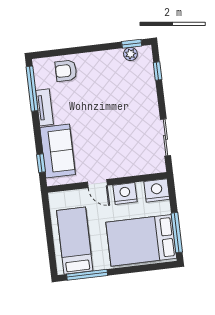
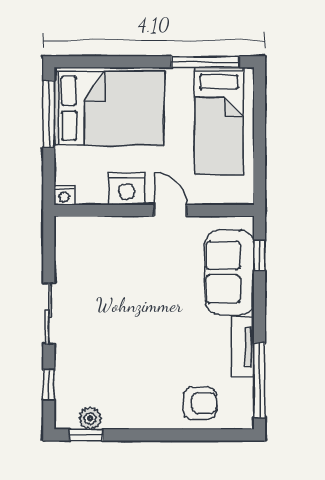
sliding door: (165, 137) -> (49, 314), moved
nightstand: (157, 190) -> (64, 195), width x0.53, depth x0.56

